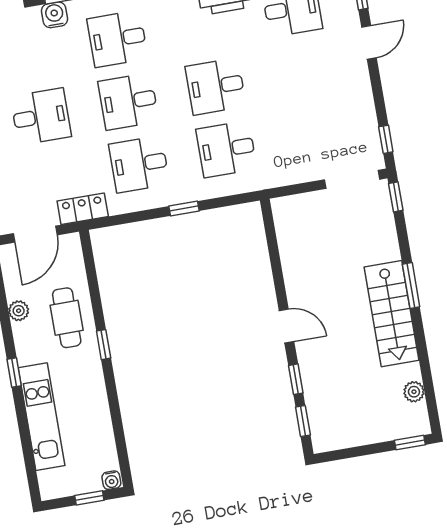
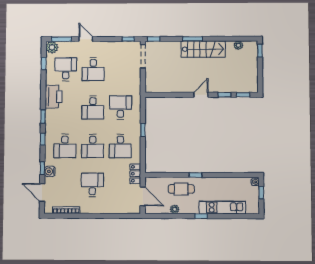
desk: (303, 71) -> (93, 69), added
desk: (226, 149) -> (121, 107), turned 180

